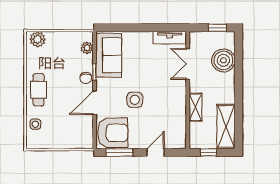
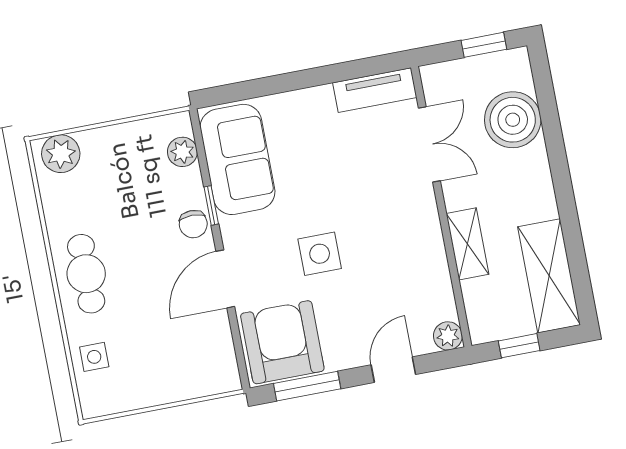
double door: (188, 64) -> (429, 144), swing flipped
armchair: (113, 133) -> (282, 342), turned -90
plant: (180, 143) -> (448, 336), added

